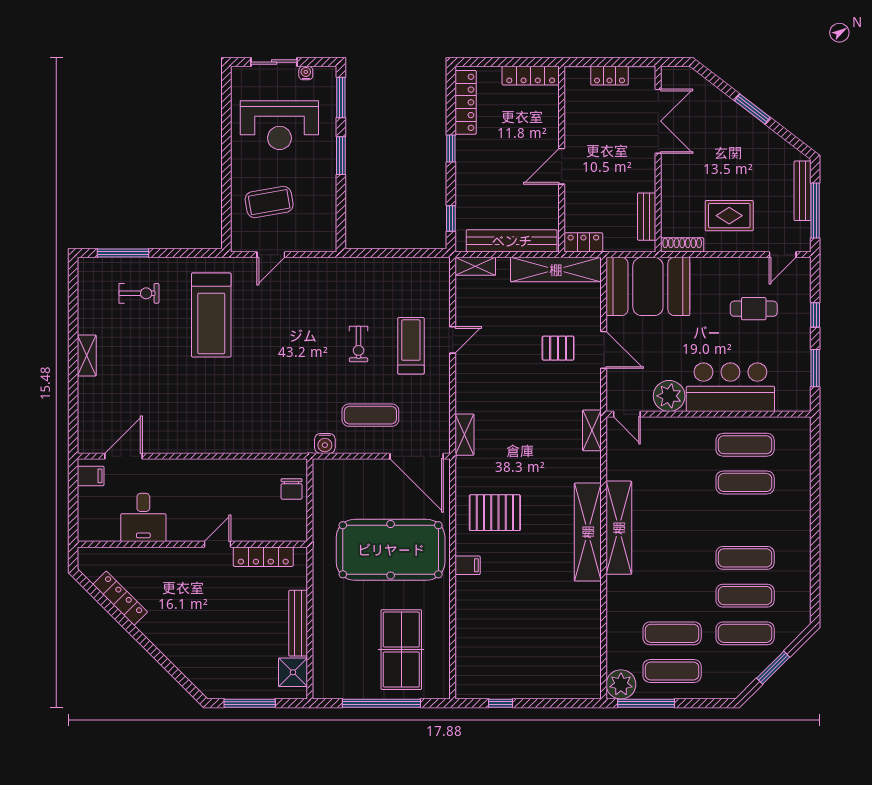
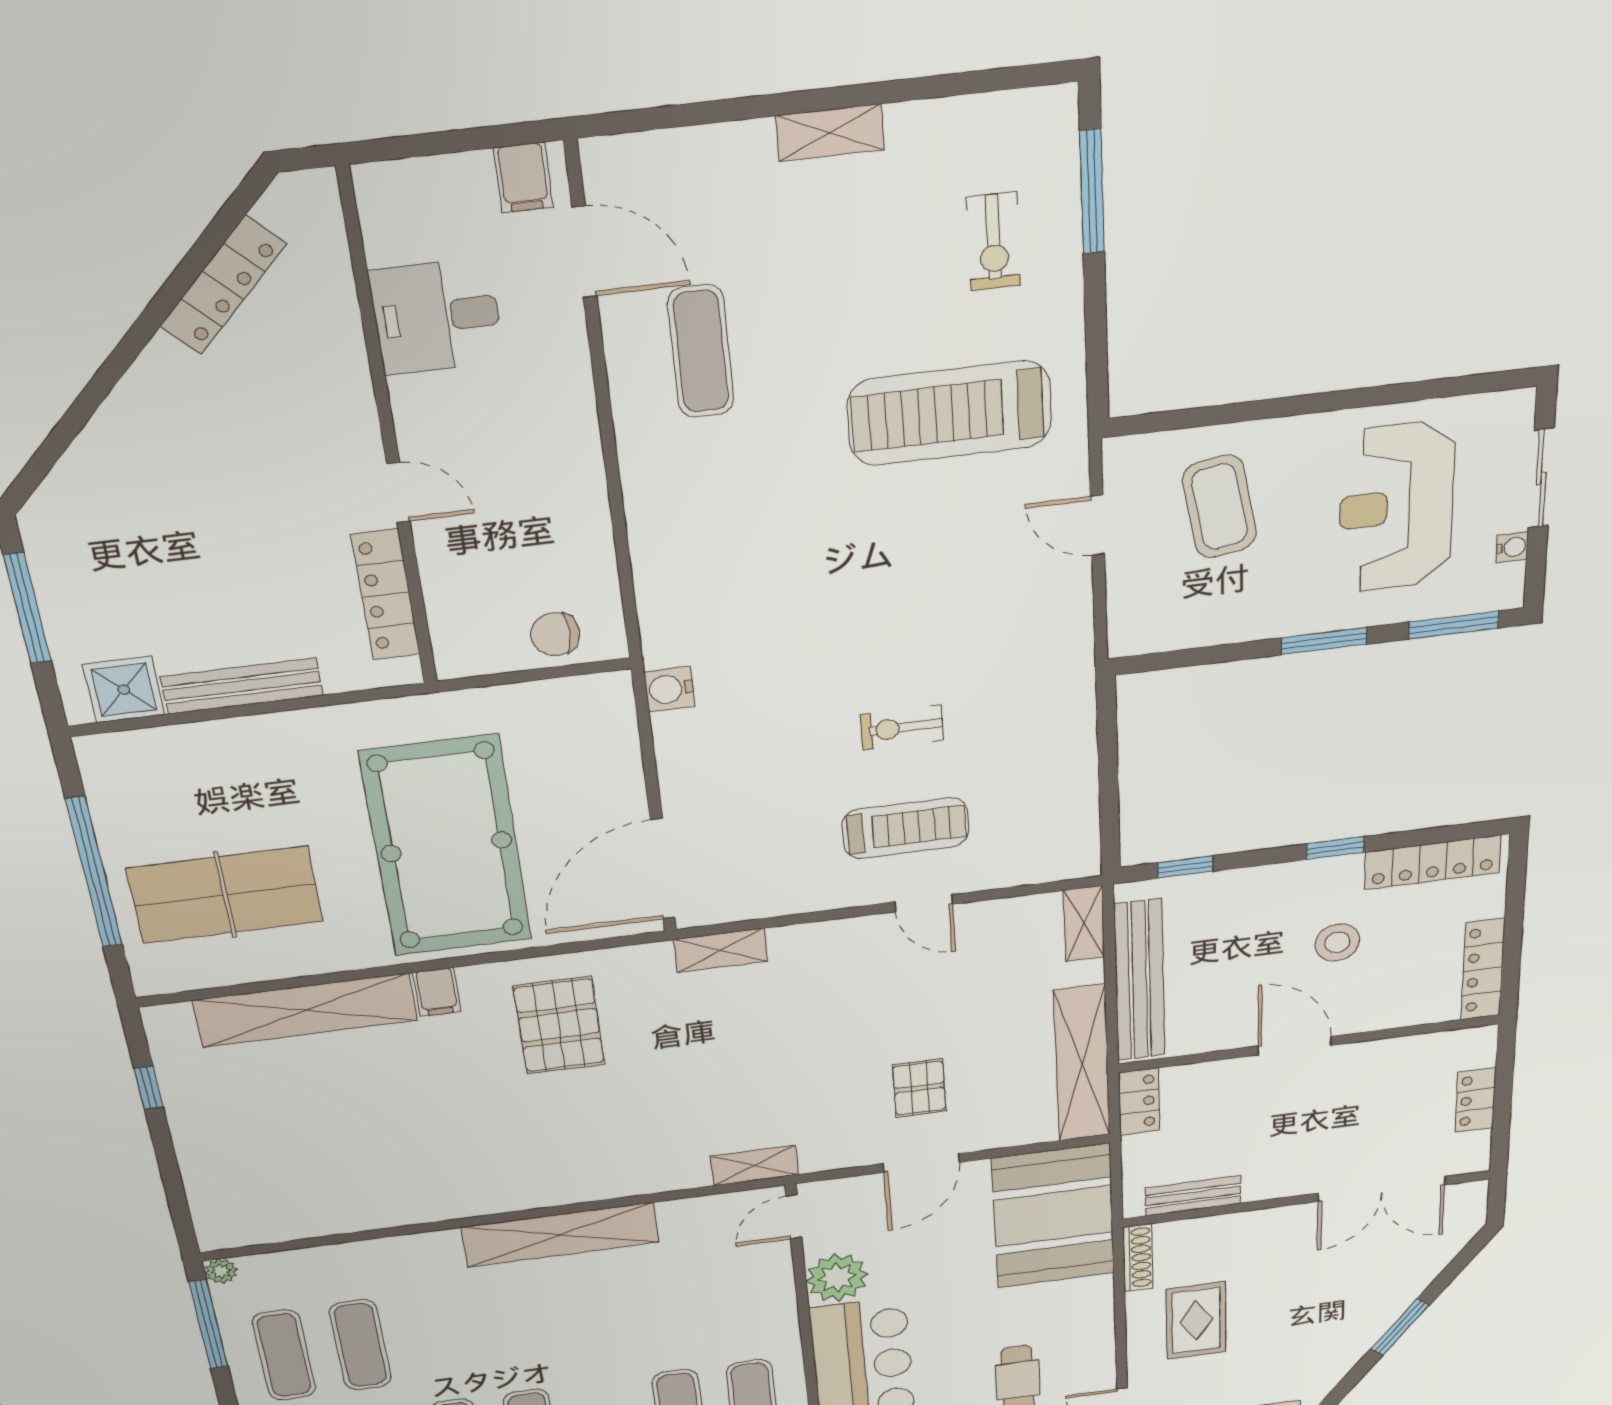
stool: (504, 147) -> (1337, 942), added
exercise mat: (370, 415) -> (701, 351), moved
shelving: (588, 532) -> (306, 1010), moved
plant: (621, 684) -> (221, 1271), width x0.53, depth x0.53

